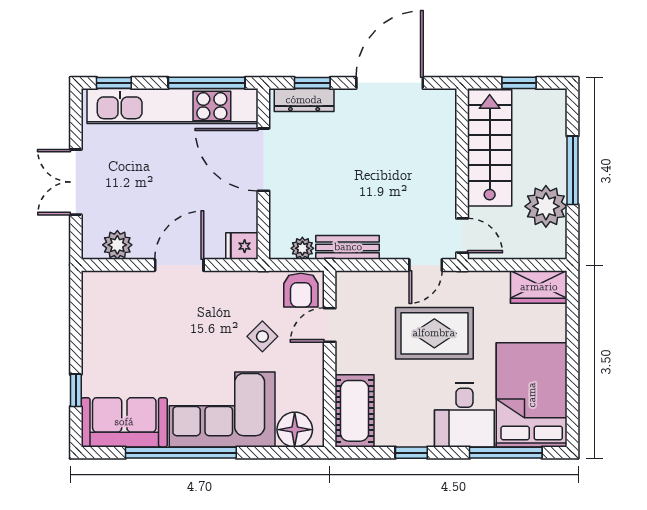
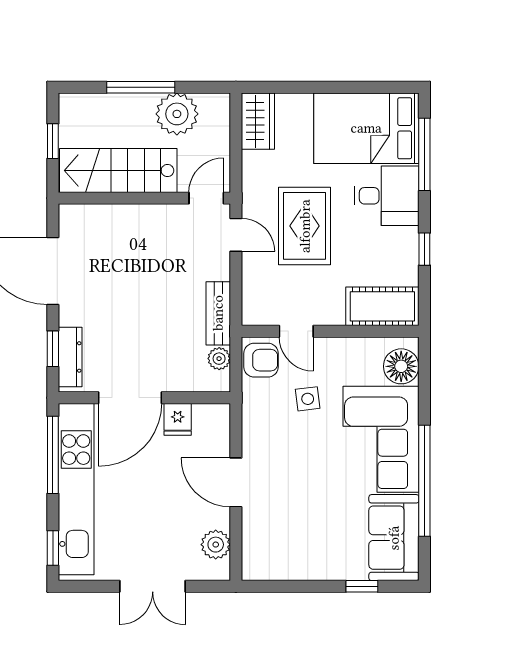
fridge: (242, 246) -> (178, 419), moved
side table: (262, 336) -> (308, 399), turned 38

